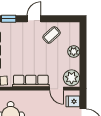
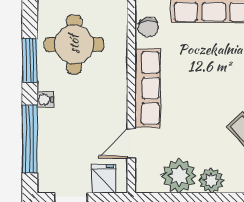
plant: (72, 78) -> (179, 176), moved

